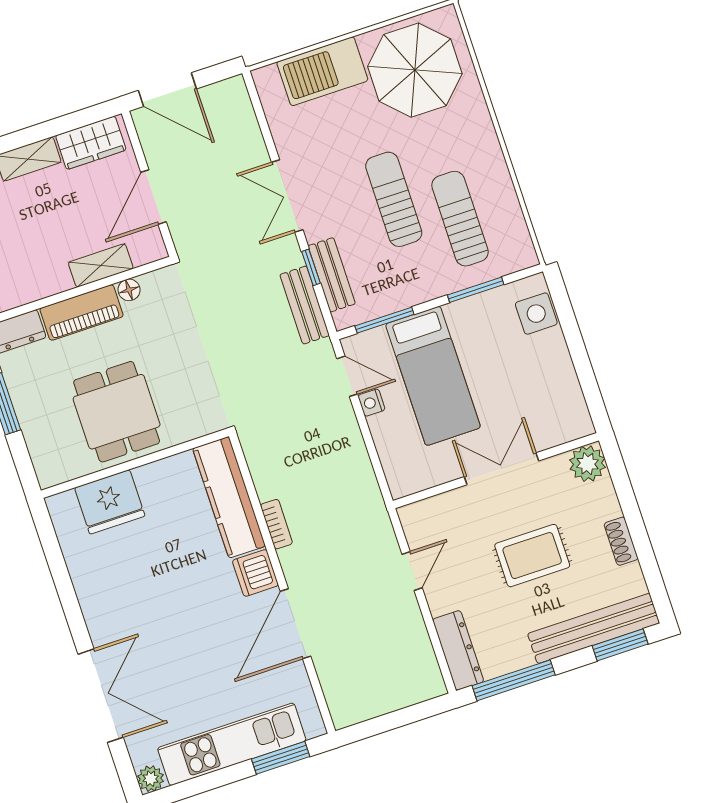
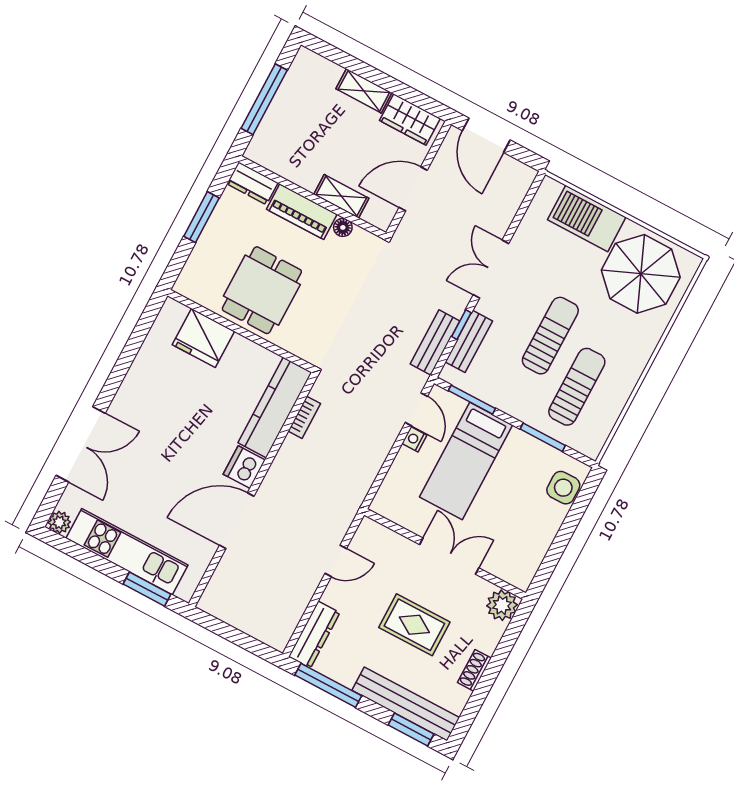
bookcase: (276, 524) -> (304, 417), moved

